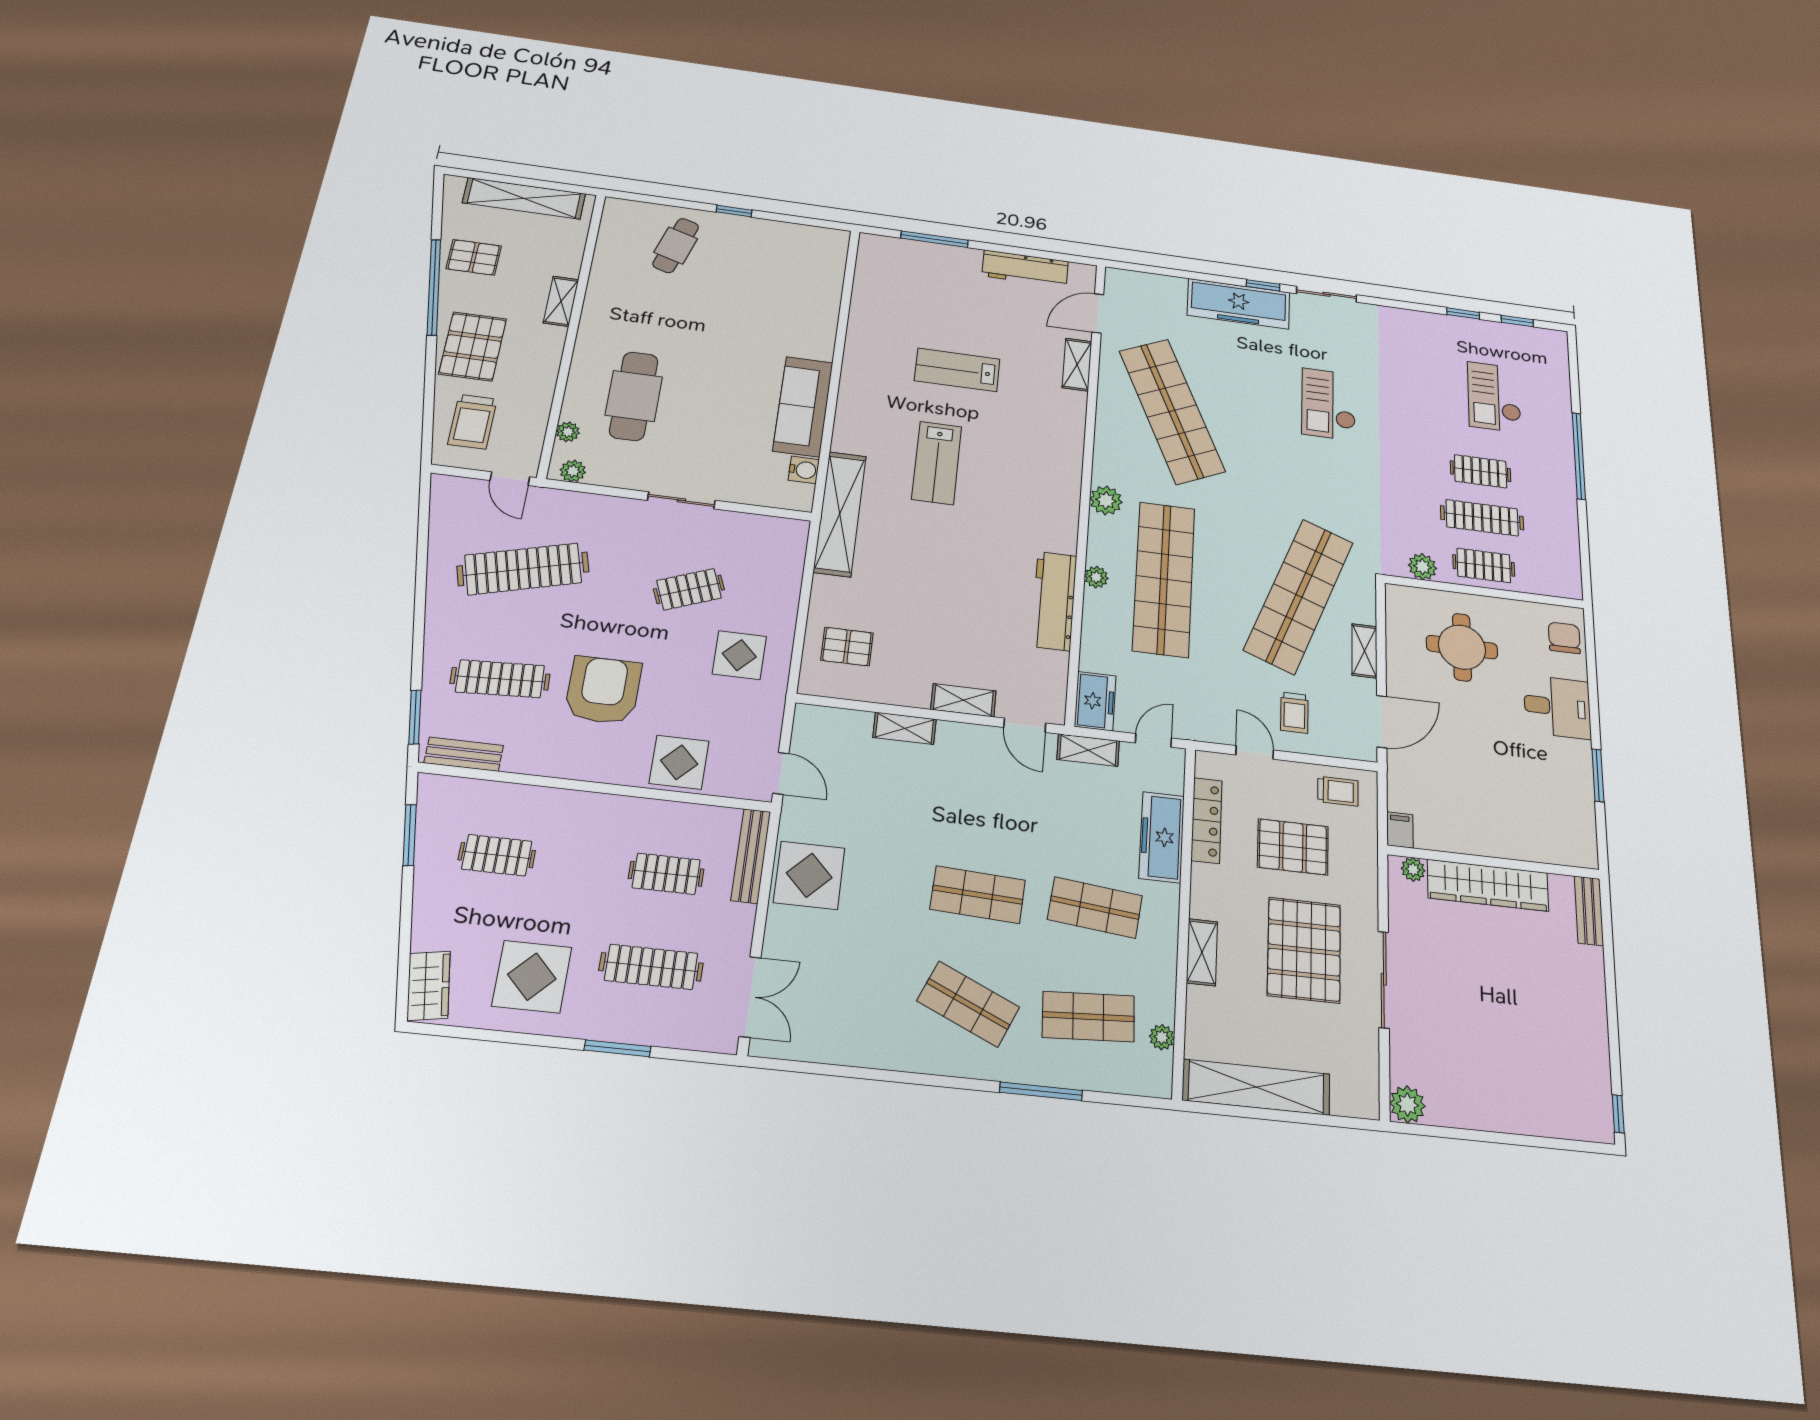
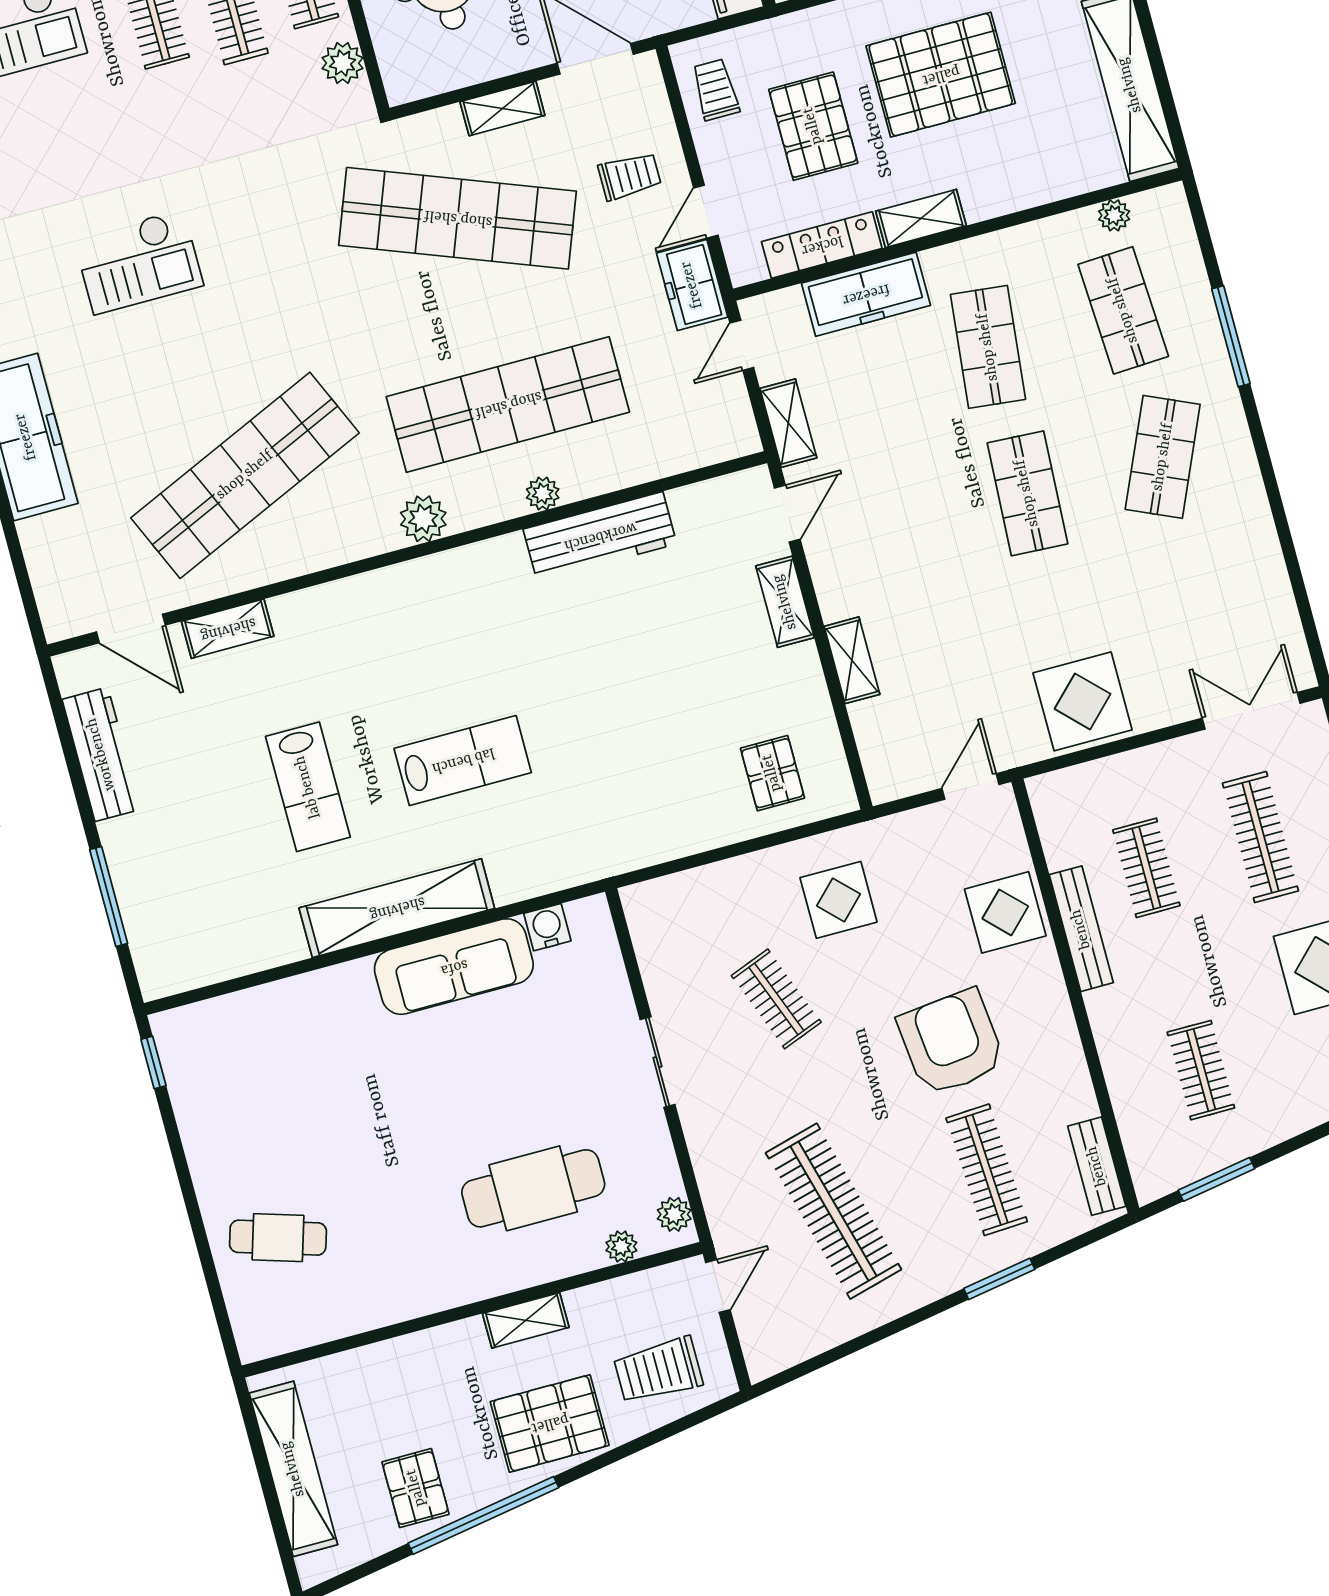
window: (734, 211) -> (153, 1062), moved
shelving: (561, 301) -> (526, 1320), moved
trolley: (473, 422) -> (658, 1370), turned 180
shelving: (840, 514) -> (397, 908), moved
armchair: (603, 690) -> (951, 1042), turned 84
freezer: (1095, 701) -> (692, 285), moved, turned -90
window: (415, 717) -> (999, 1279), moved
door: (1154, 740) -> (742, 345), hinge flipped
bench: (751, 856) -> (1081, 929), moved, turned 90
shelving: (1202, 952) -> (921, 218), moved

